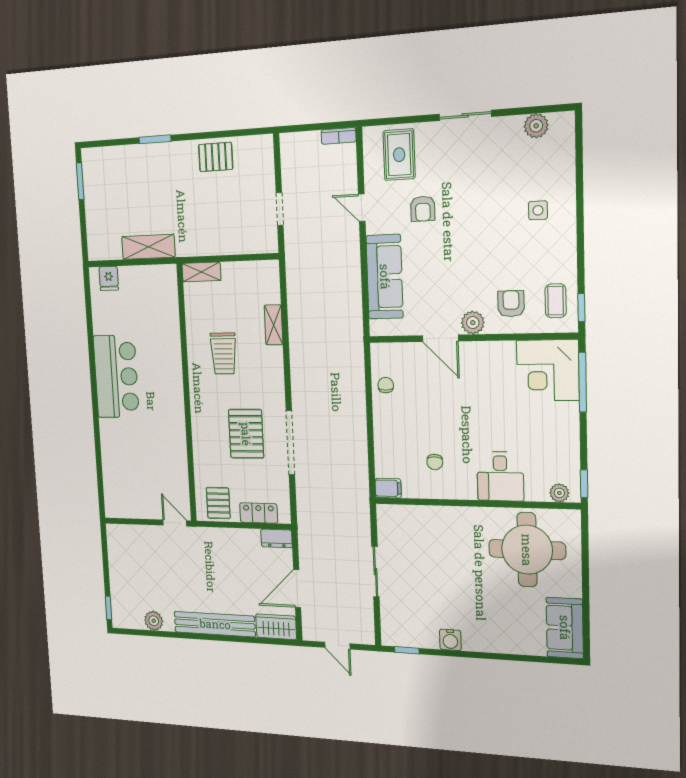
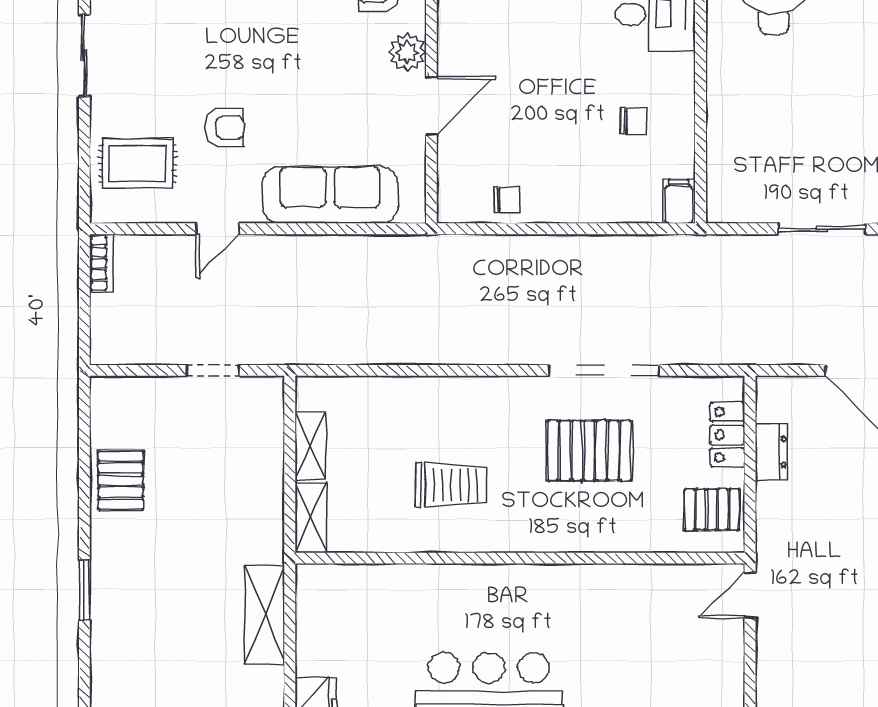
shelving: (274, 325) -> (310, 446), moved, turned 90
chair: (386, 385) -> (507, 199), turned 180
dresser: (276, 538) -> (771, 452), moved

